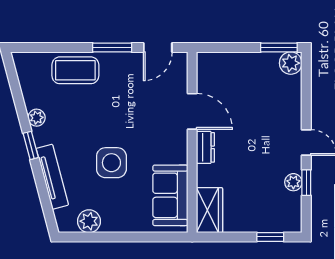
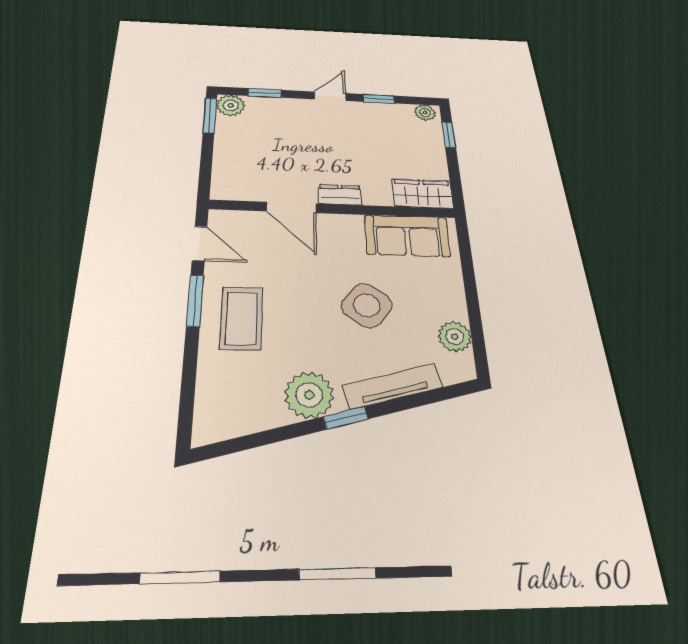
coffee table: (75, 70) -> (242, 318), moved
window: (306, 90) -> (265, 93), added
door: (192, 111) -> (291, 207), swing flipped
plant: (37, 118) -> (309, 395), width x1.88, depth x1.88
side table: (111, 163) -> (367, 305), turned 37
plant: (293, 182) -> (425, 113), moved

